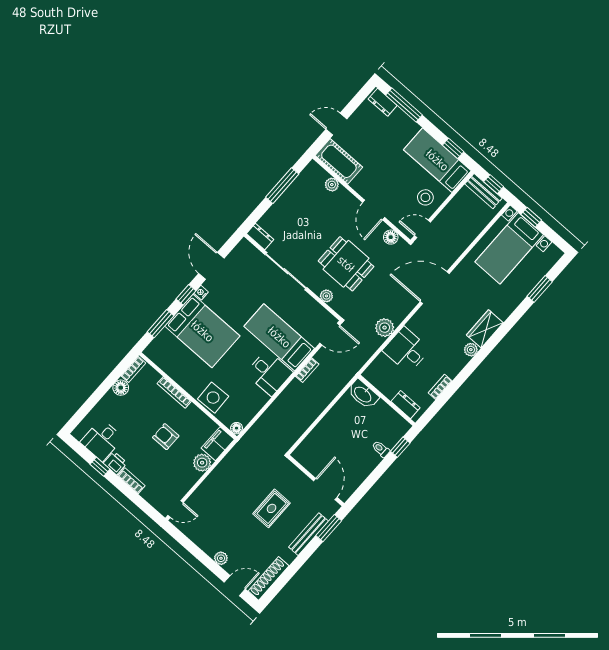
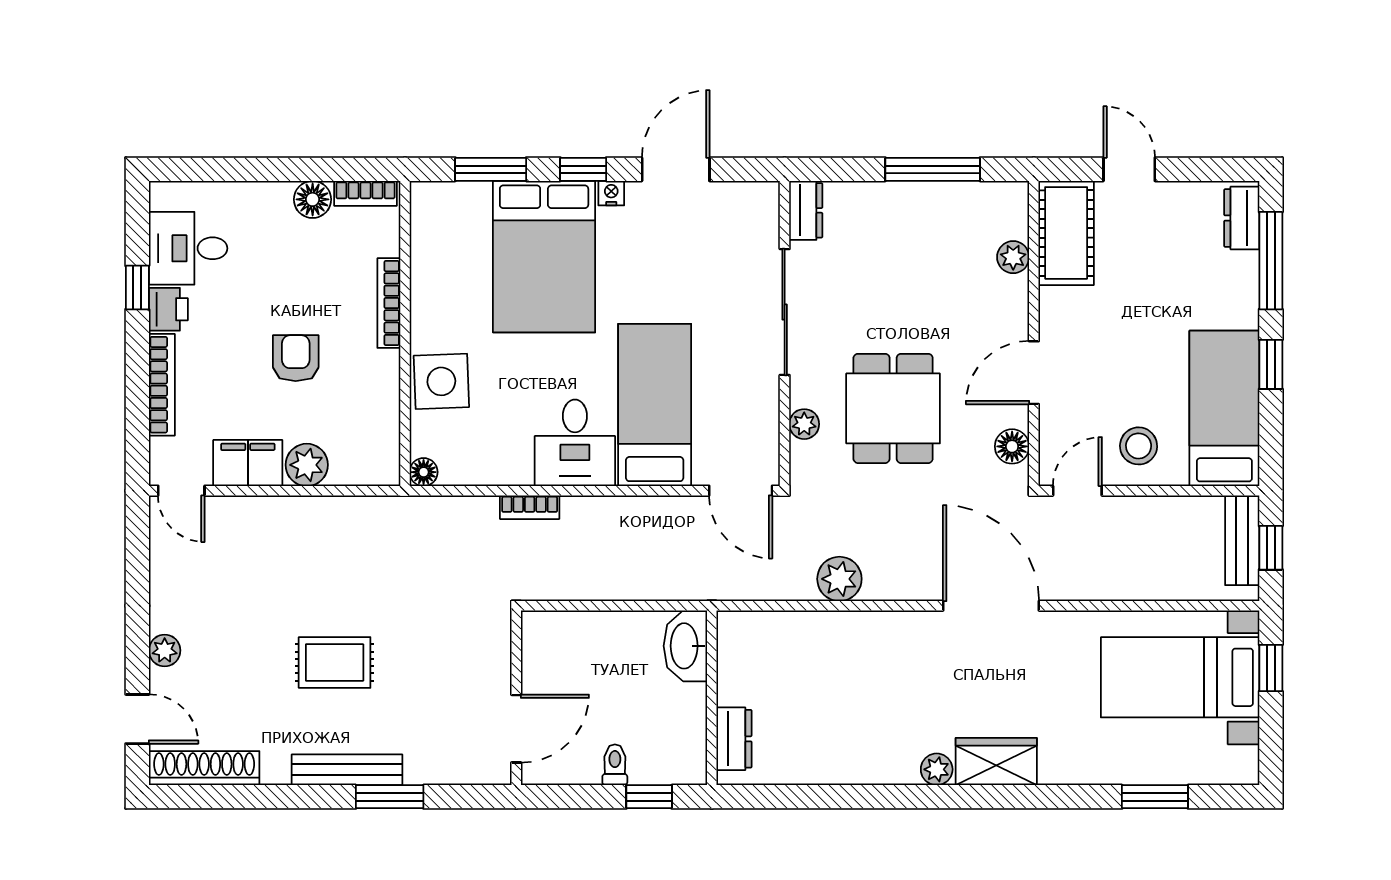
window: (453, 148) -> (1271, 364), moved
door: (423, 229) -> (1077, 491), hinge flipped
desk: (406, 350) -> (834, 654), removed
bookcase: (307, 370) -> (530, 507), moved
bookcase: (440, 387) -> (821, 773), removed
filing cabinet: (218, 444) -> (248, 463), moved
bookcase: (131, 481) -> (162, 385), width x1.56
wall: (316, 481) -> (516, 698), moved
door: (325, 489) -> (516, 729), moved

